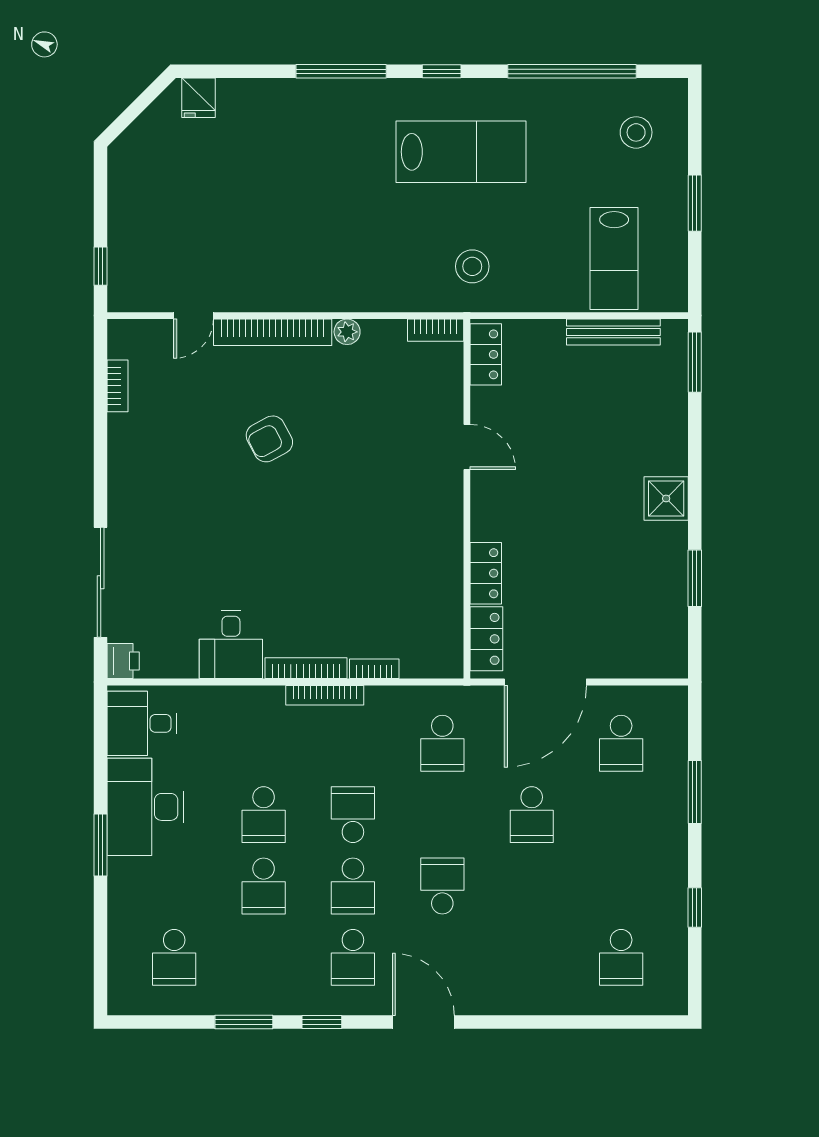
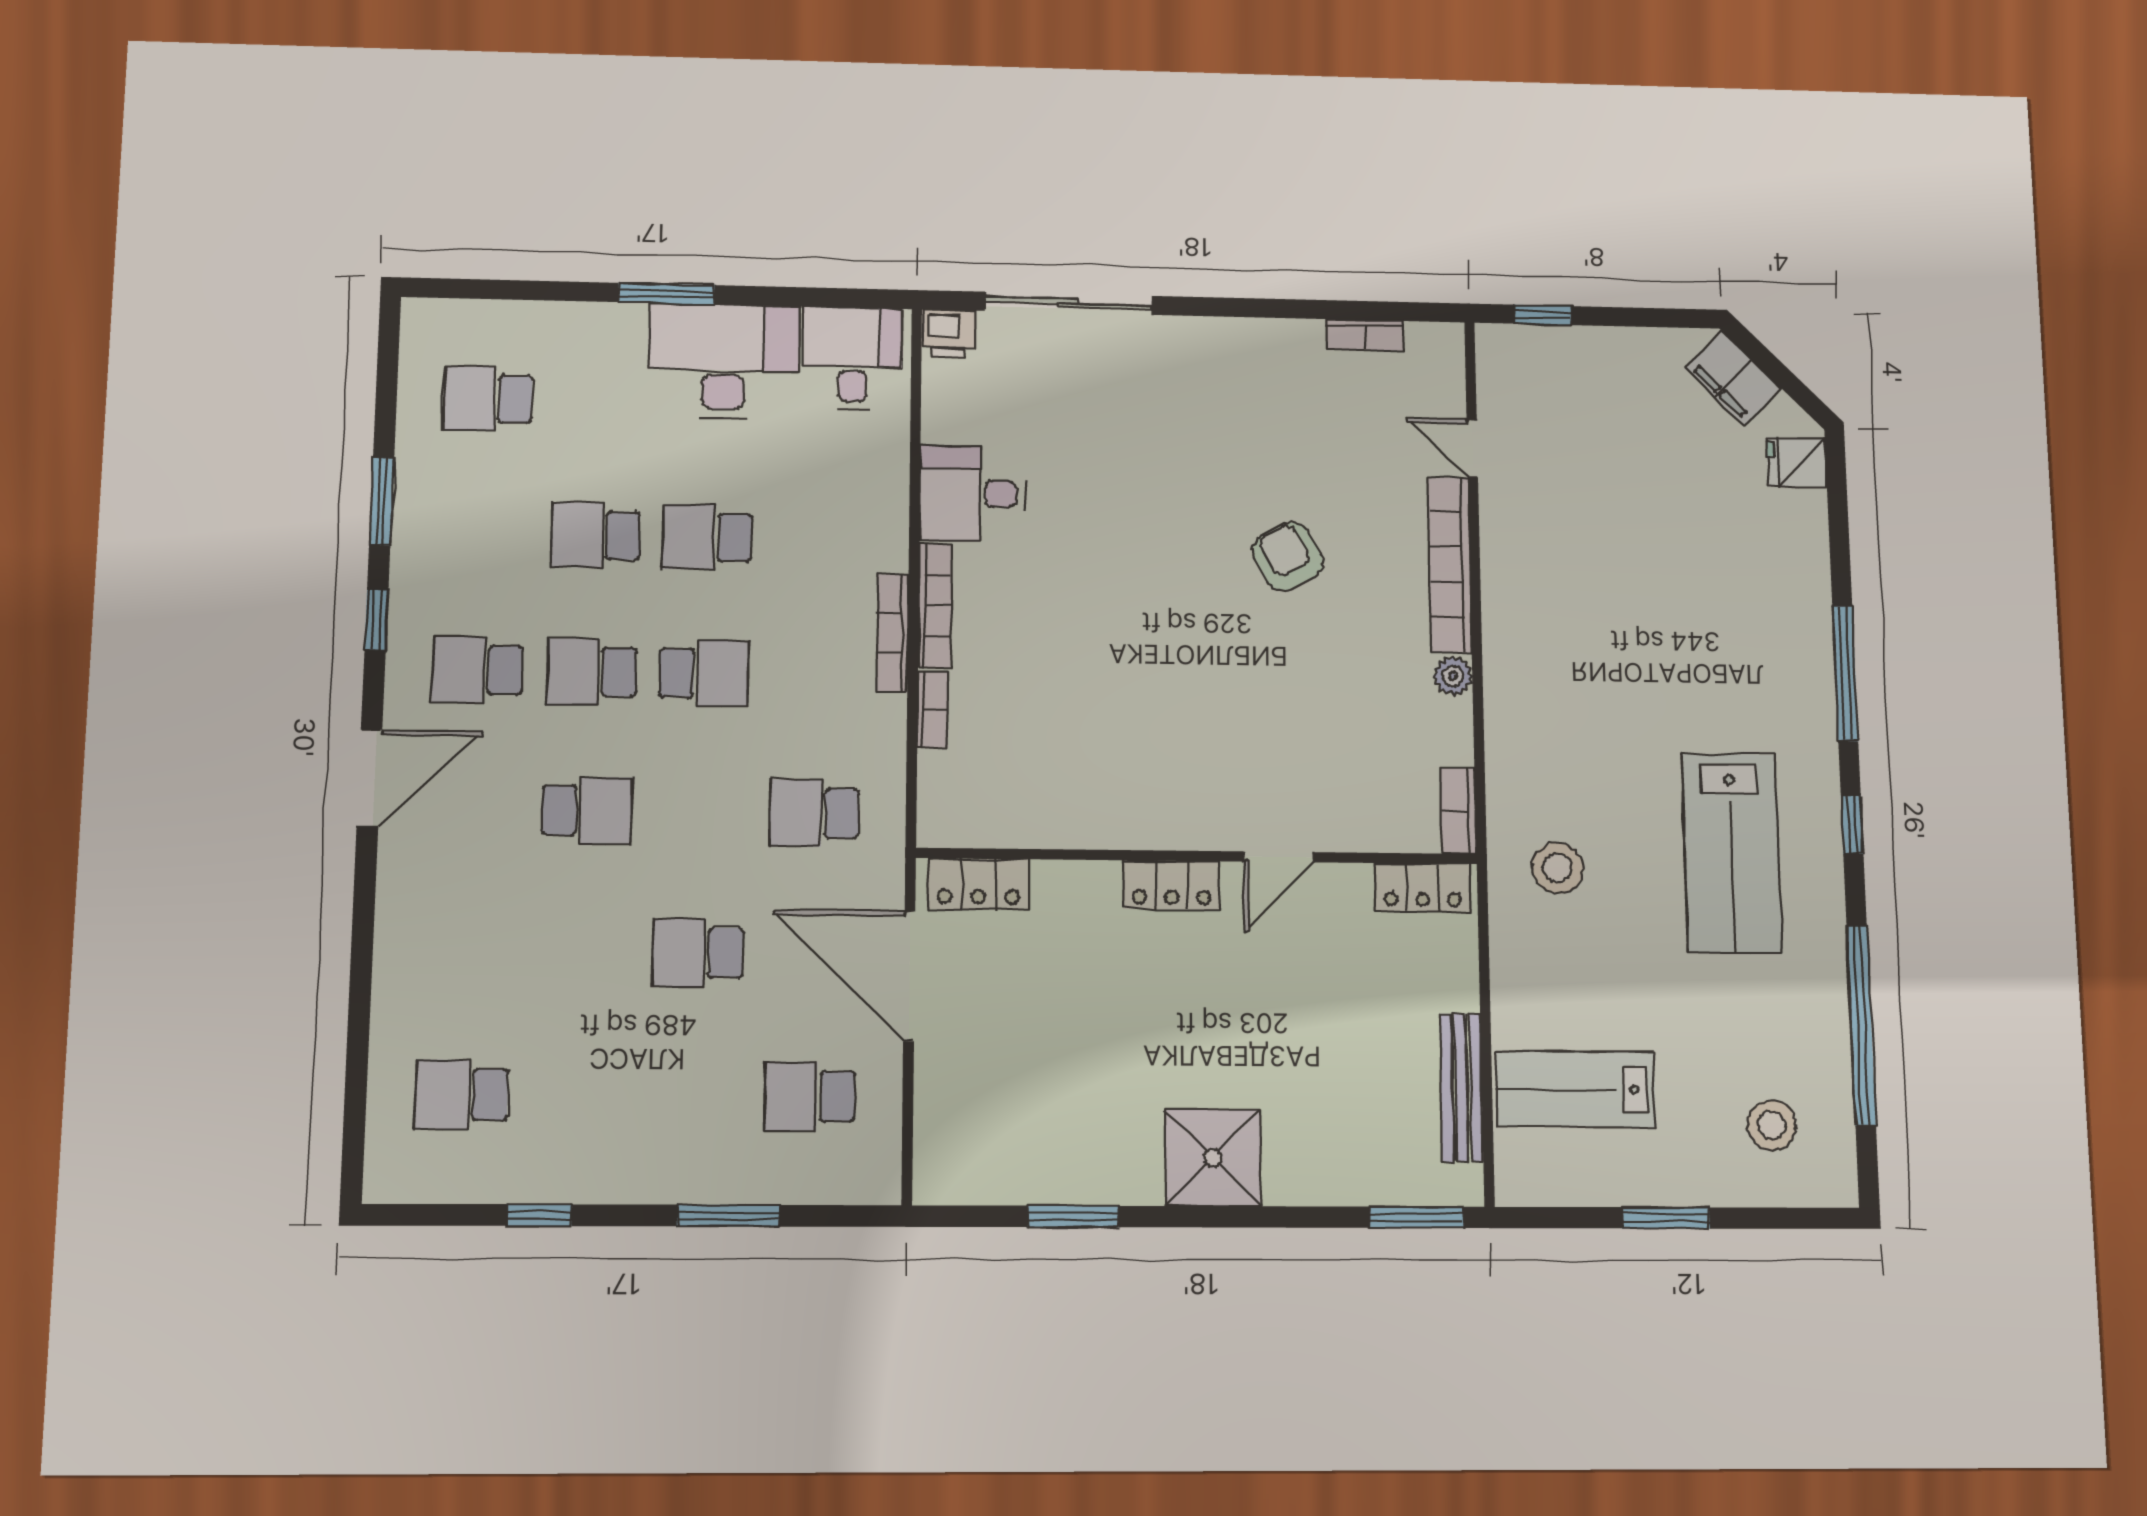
filing cabinet: (141, 139) -> (1733, 378), added
shower: (666, 498) -> (1213, 1158), width x1.36, depth x1.36
locker: (486, 573) -> (1172, 885), moved

